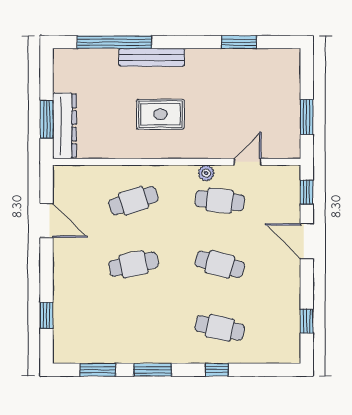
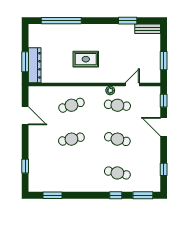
bench: (152, 57) -> (148, 29), moved, width x0.73
window: (153, 370) -> (143, 195), moved

